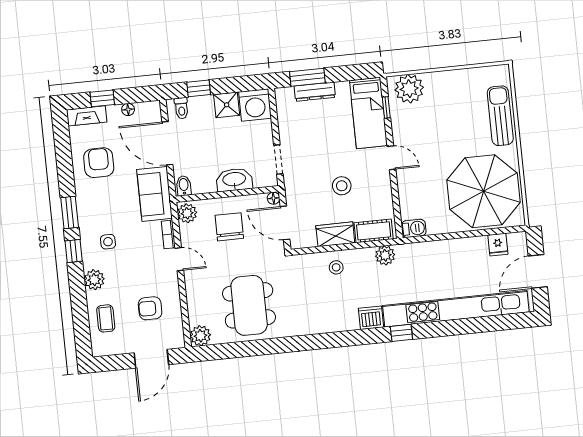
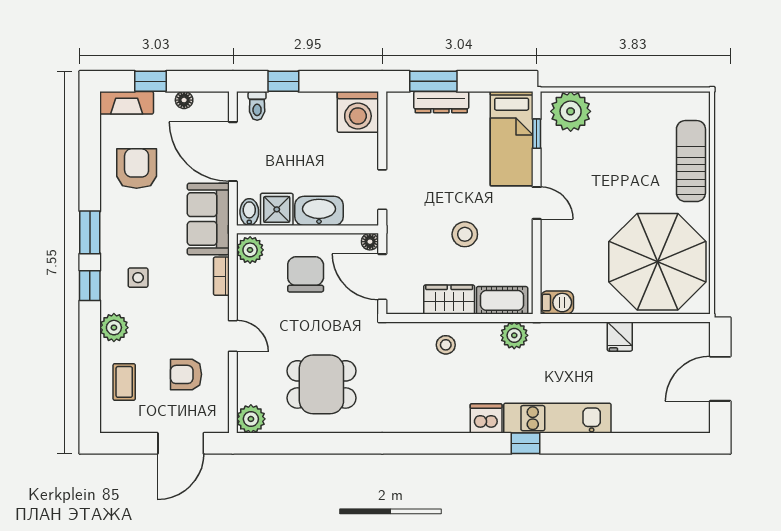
shower: (227, 105) -> (277, 209), moved
fridge: (498, 245) -> (620, 337), moved
door: (179, 259) -> (233, 336), moved
dining table: (249, 305) -> (321, 384), width x0.73
kitchen unit: (456, 309) -> (557, 418), width x0.54

